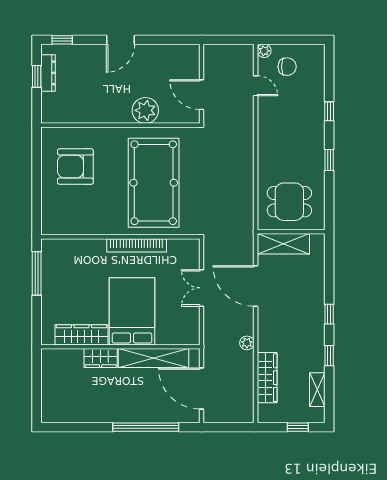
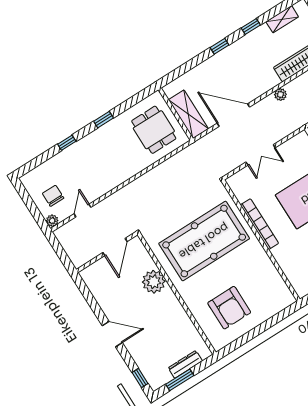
dresser: (48, 73) -> (185, 364), moved
window: (37, 76) -> (180, 380), width x1.50
door: (256, 286) -> (233, 115), swing flipped

